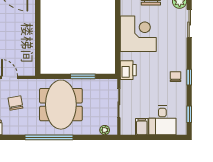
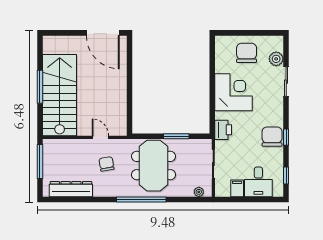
chair: (176, 77) -> (272, 137), width x1.87, depth x1.87

